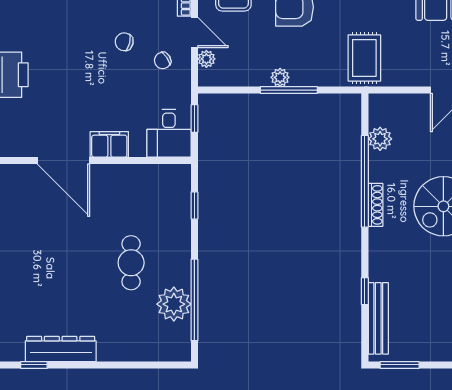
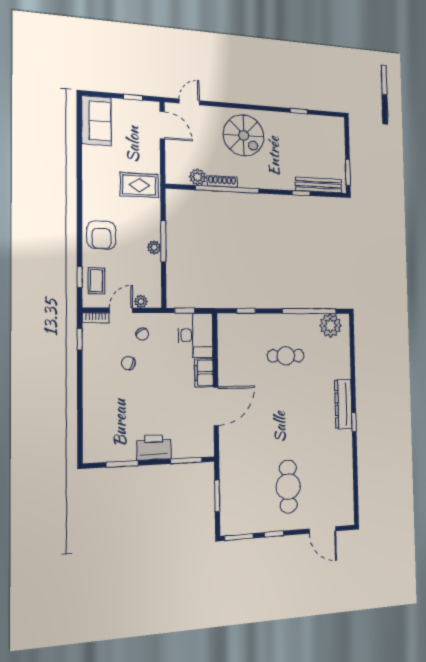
chair: (124, 42) -> (128, 363), turned 96
desk: (169, 133) -> (196, 335), width x1.37
shoe rack: (376, 205) -> (222, 181), moved
plant: (174, 304) -> (330, 325), moved

